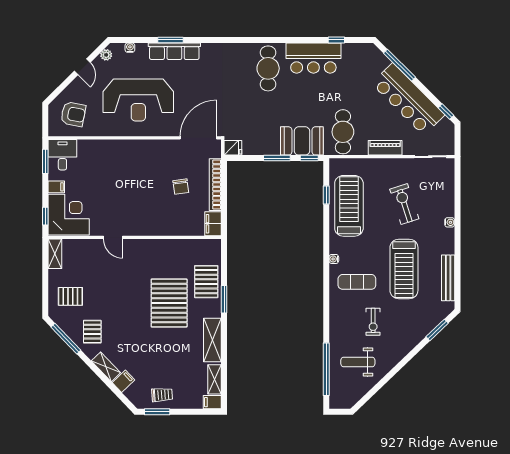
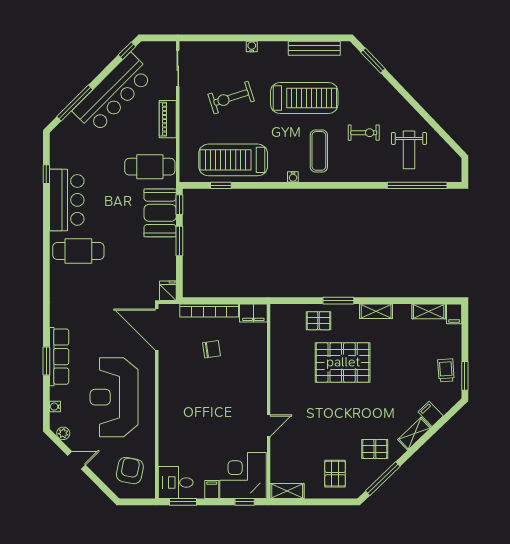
reception desk: (138, 100) -> (114, 397), turned 180
pallet: (206, 282) -> (319, 321), width x0.67, depth x0.71
shelving: (212, 340) -> (376, 311), width x0.67, depth x0.75

